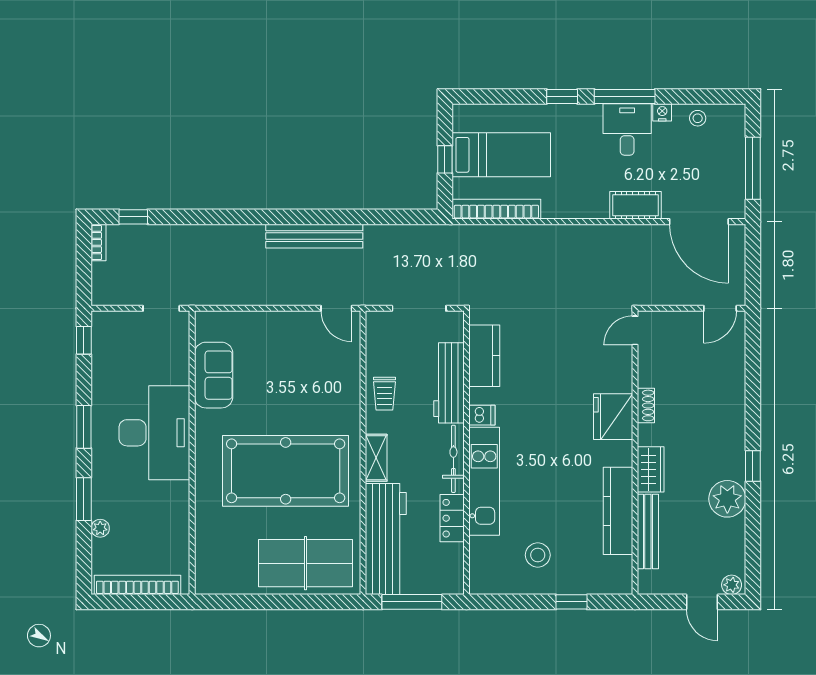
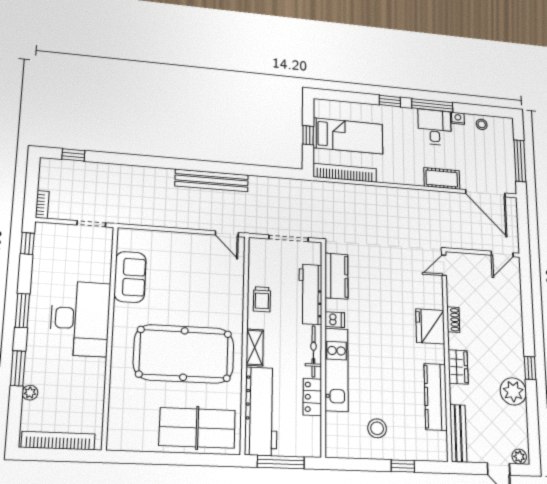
bookcase: (98, 242) -> (42, 205), moved
bench: (648, 531) -> (458, 433), moved

